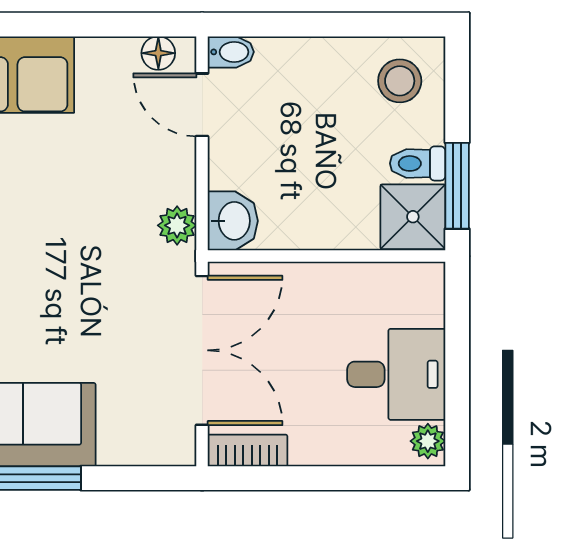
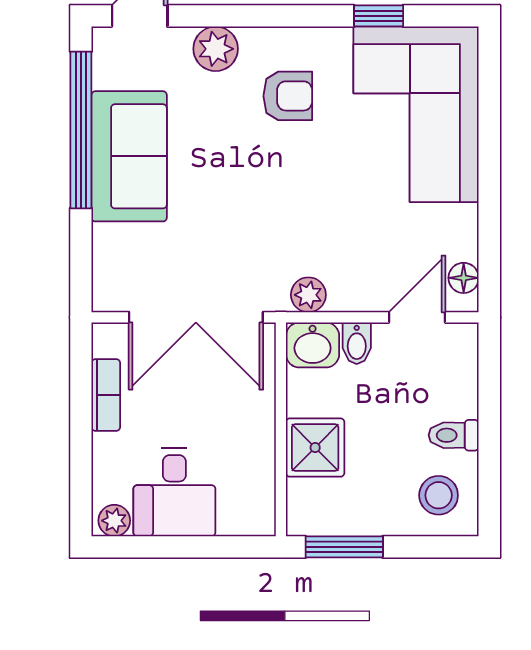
bidet: (231, 52) -> (357, 343), moved
toilet: (418, 163) -> (454, 435), moved, turned -90
shower: (413, 217) -> (315, 448), moved
bookcase: (248, 451) -> (106, 395), moved

